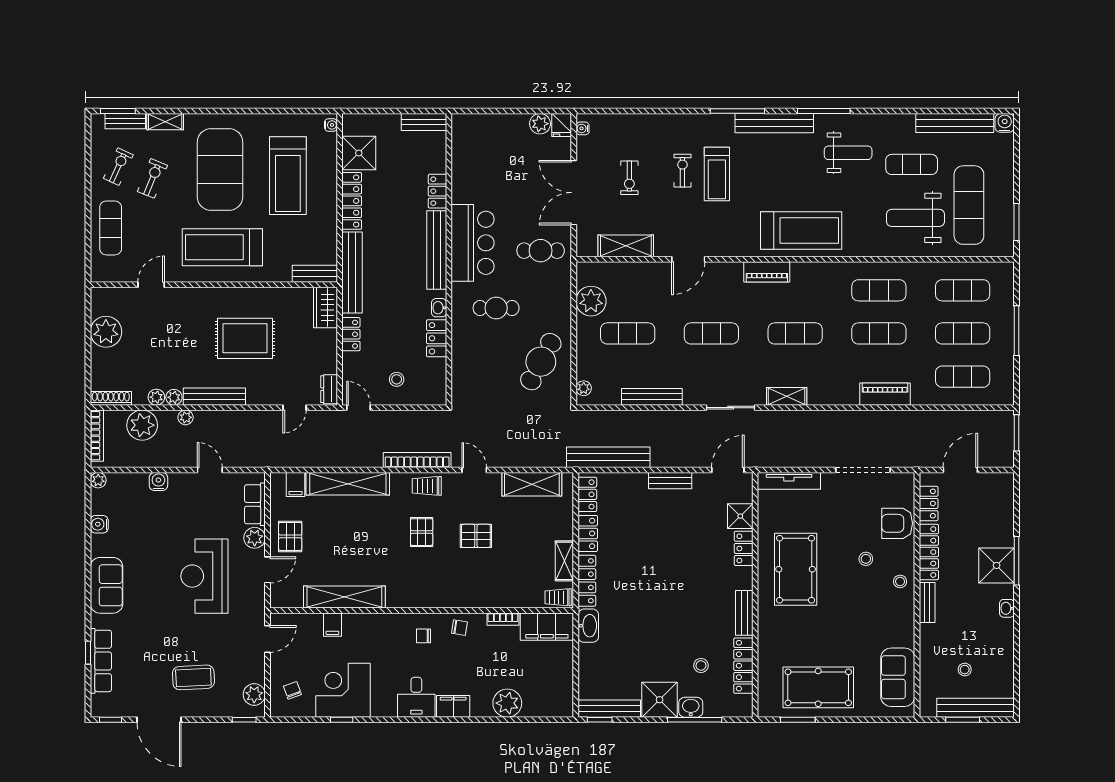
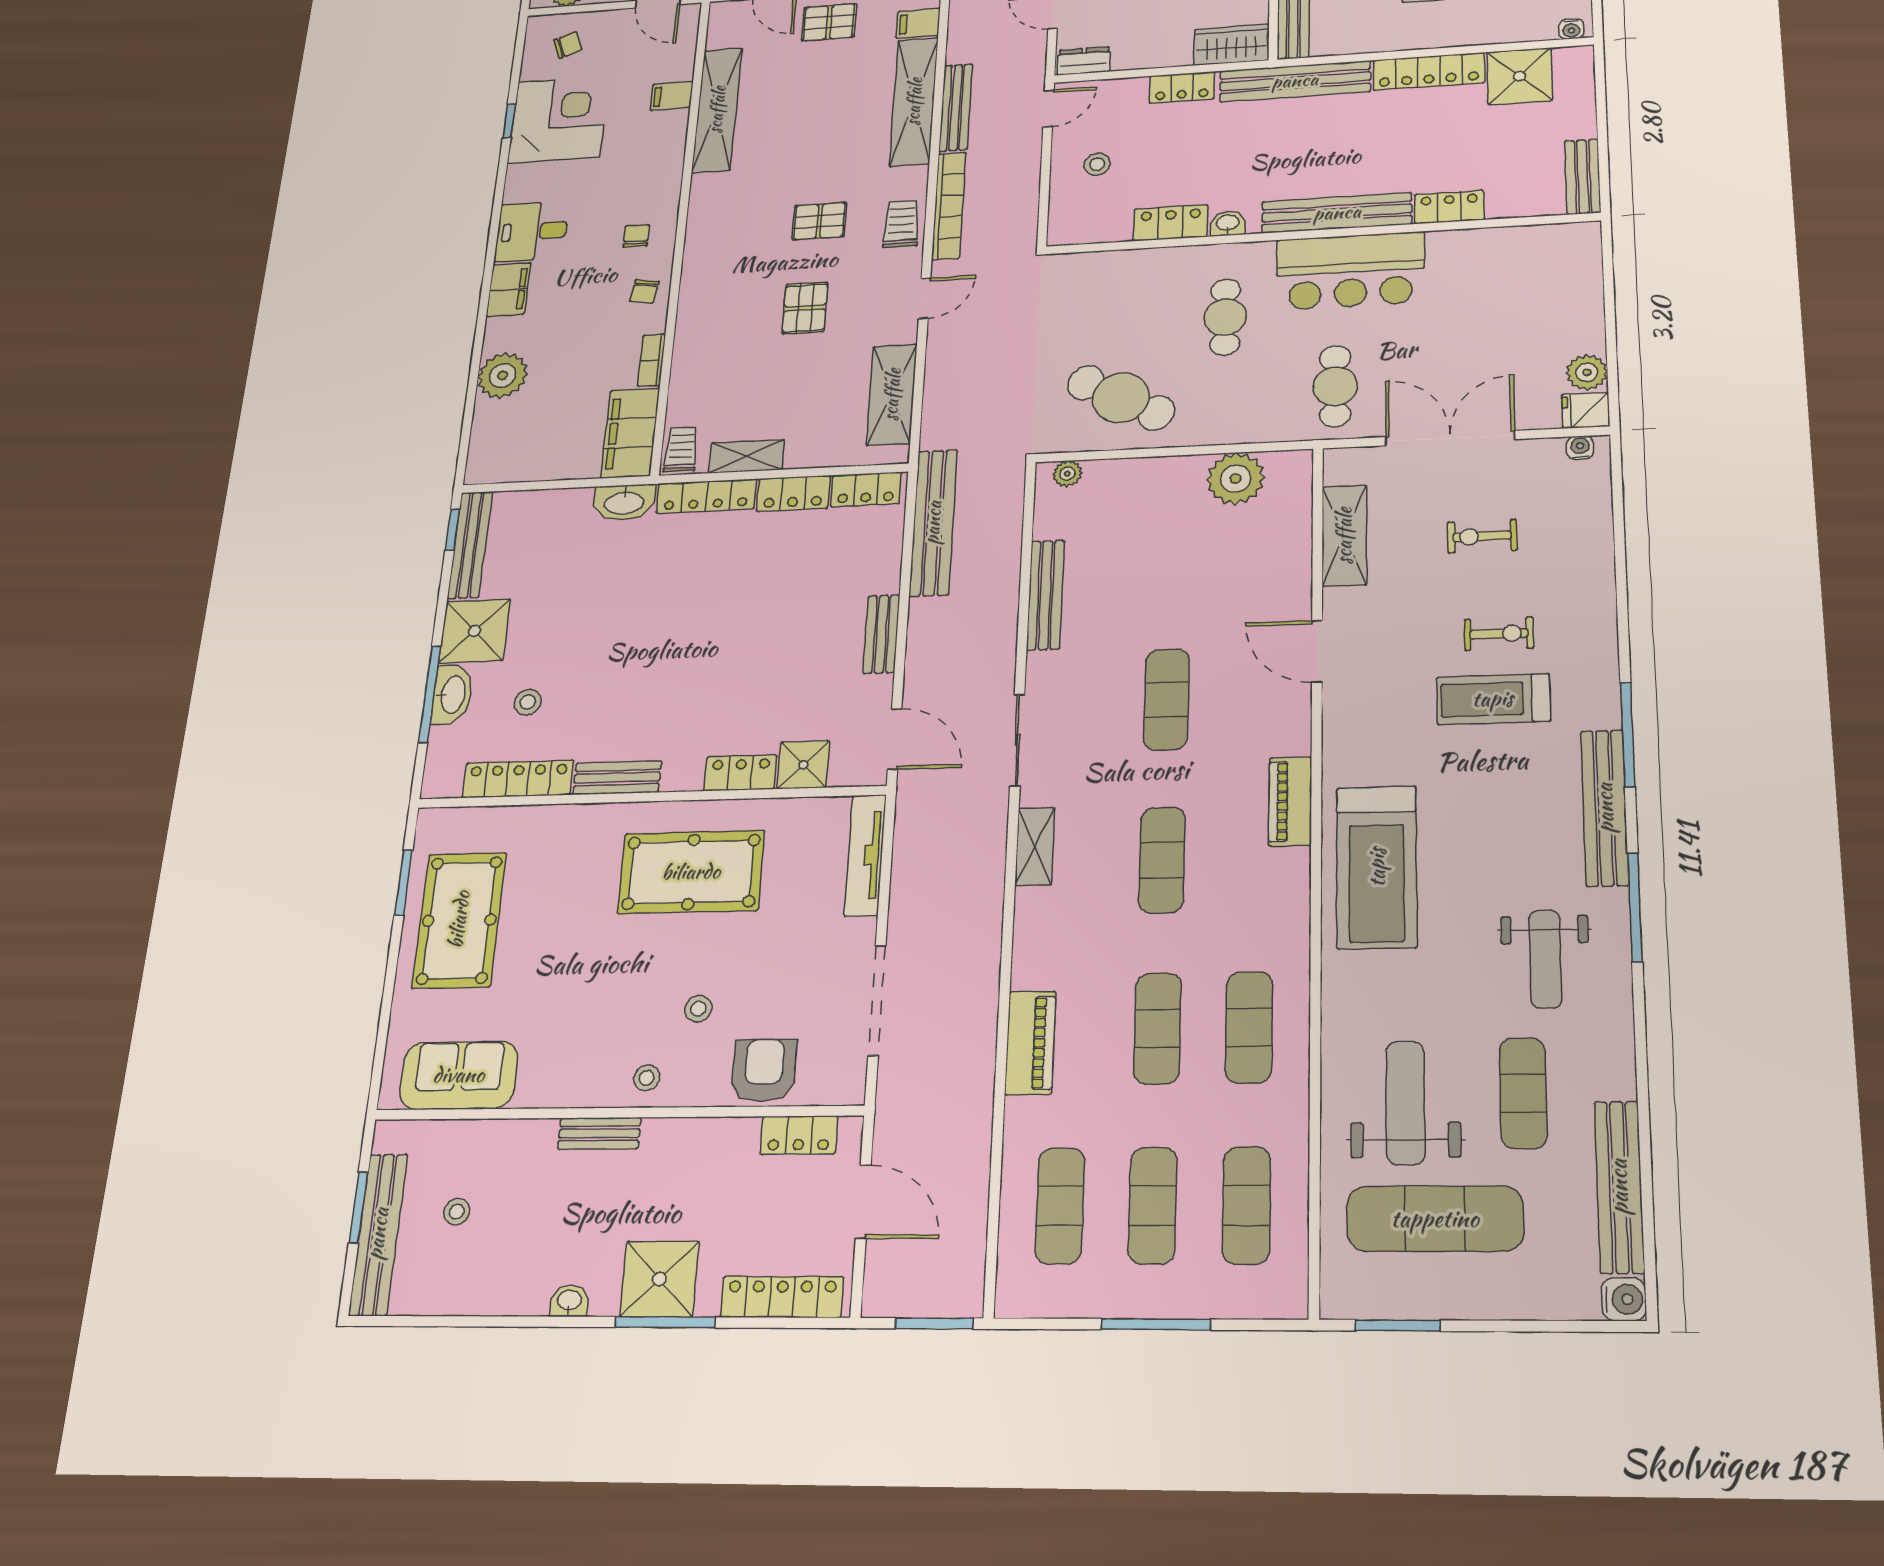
exercise mat: (628, 333) -> (1171, 546), removed
bench: (354, 460) -> (956, 107), added
locker: (929, 552) -> (782, 1297), moved, turned 180
washbasin: (691, 707) -> (452, 695), width x1.38

